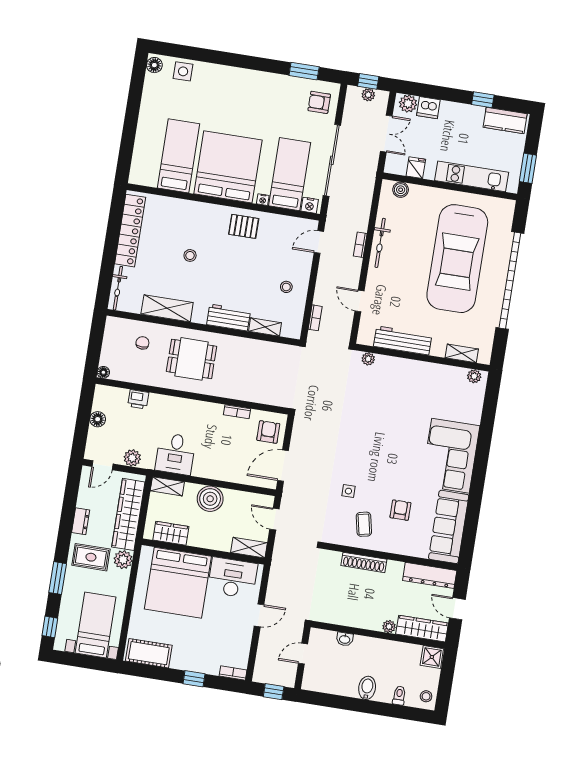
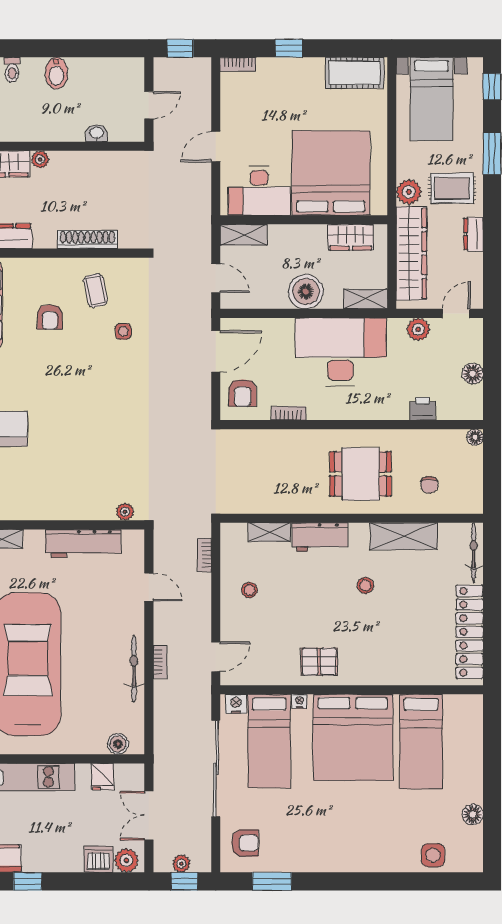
floor lamp: (154, 65) -> (473, 815), moved
stool: (190, 255) -> (365, 585), moved
desk: (175, 454) -> (340, 352), width x1.87, depth x1.30

